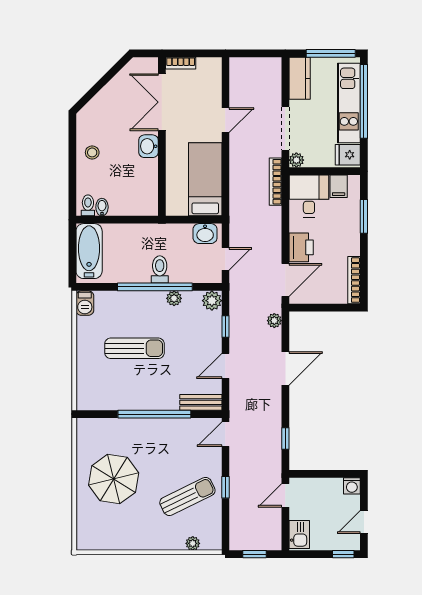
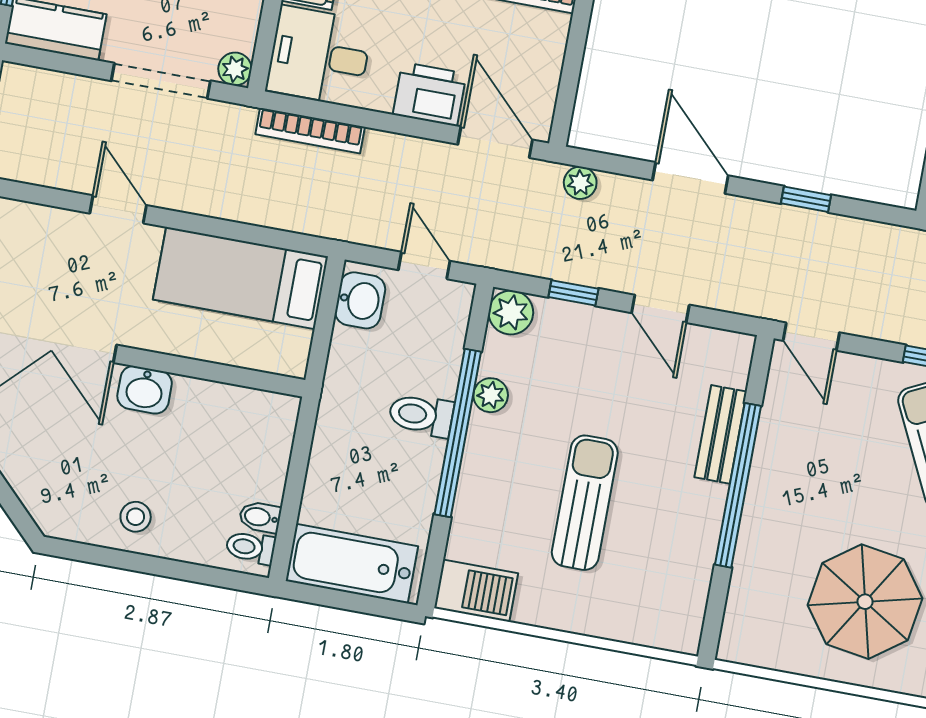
bookcase: (275, 182) -> (310, 131), moved
barbecue: (85, 303) -> (476, 591), width x1.38, depth x1.27
bench: (201, 402) -> (721, 434), moved
window: (285, 439) -> (806, 199), moved

